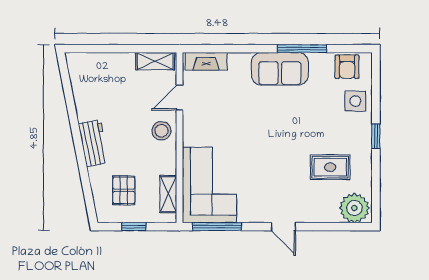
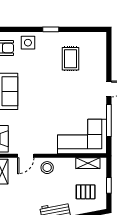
door: (180, 98) -> (26, 156), hinge flipped
plant: (354, 208) -> (97, 43), removed
window: (217, 227) -> (109, 120), moved

